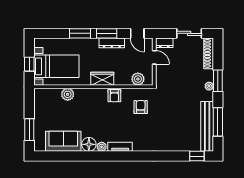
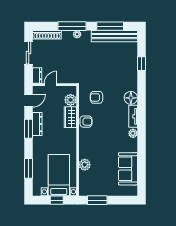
window: (80, 33) -> (29, 168), moved
wardrobe: (102, 79) -> (70, 117), moved
window: (218, 81) -> (72, 26), width x1.44
window: (29, 130) -> (97, 200), moved
floor lamp: (89, 144) -> (131, 98), moved
window: (197, 156) -> (142, 64), moved

